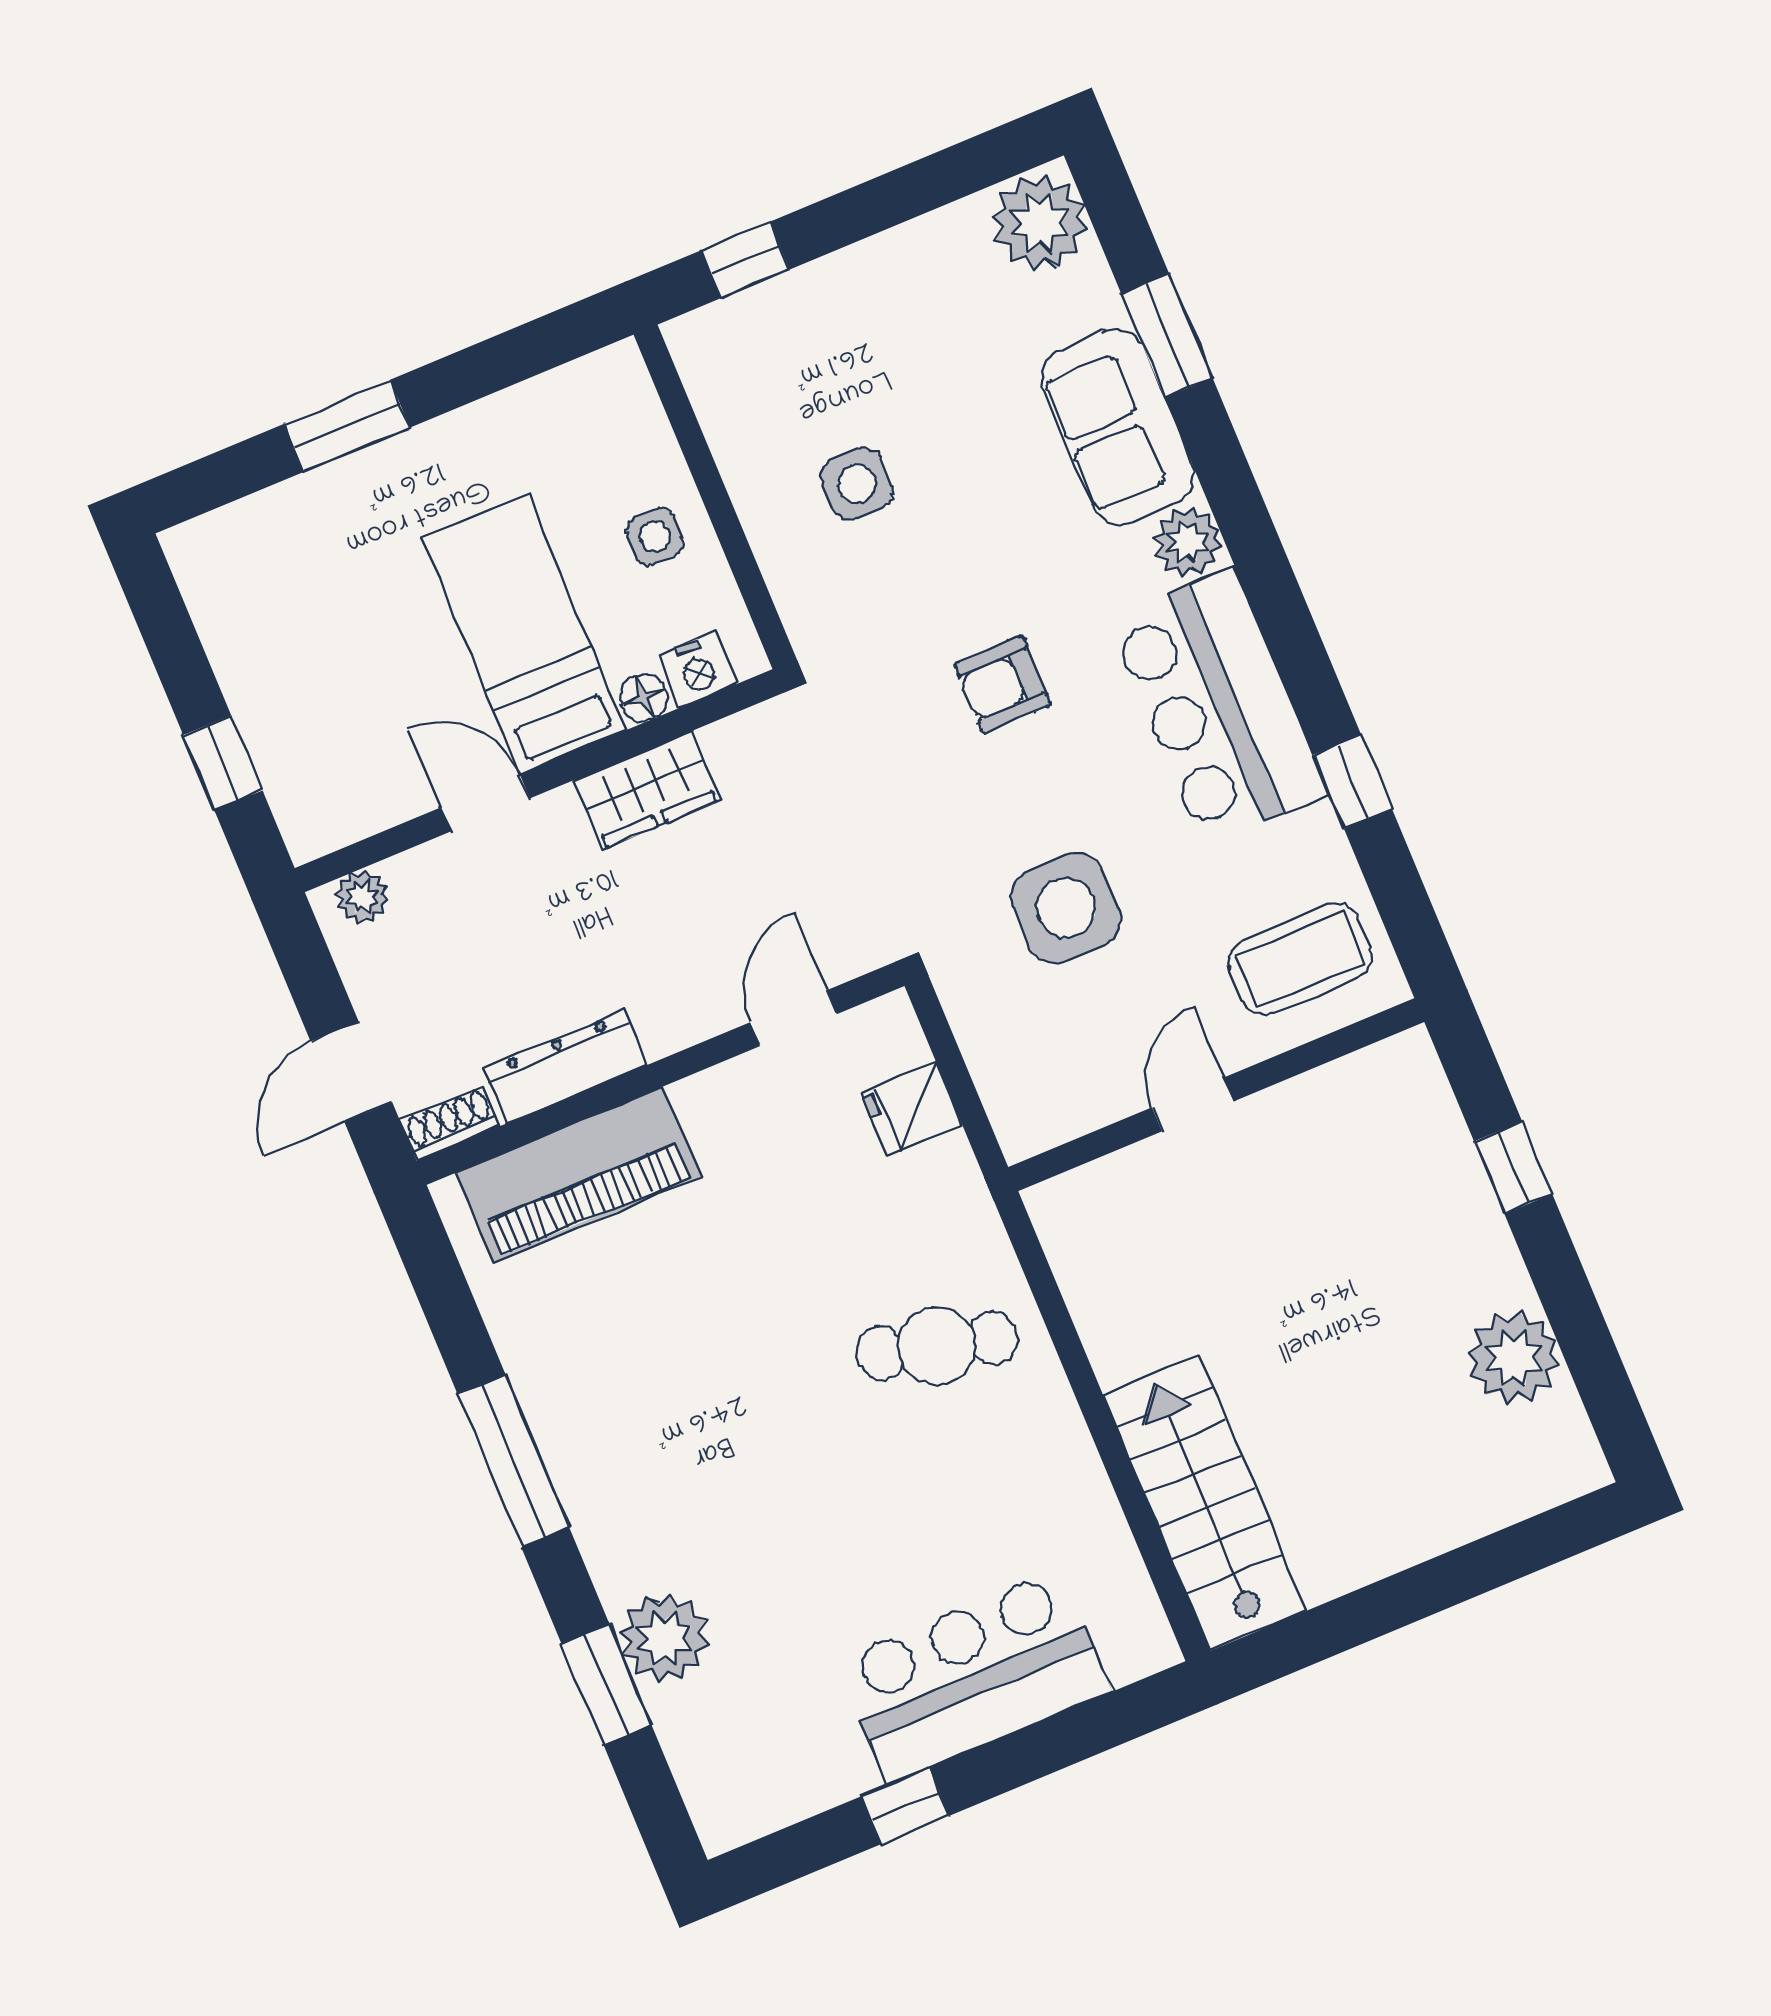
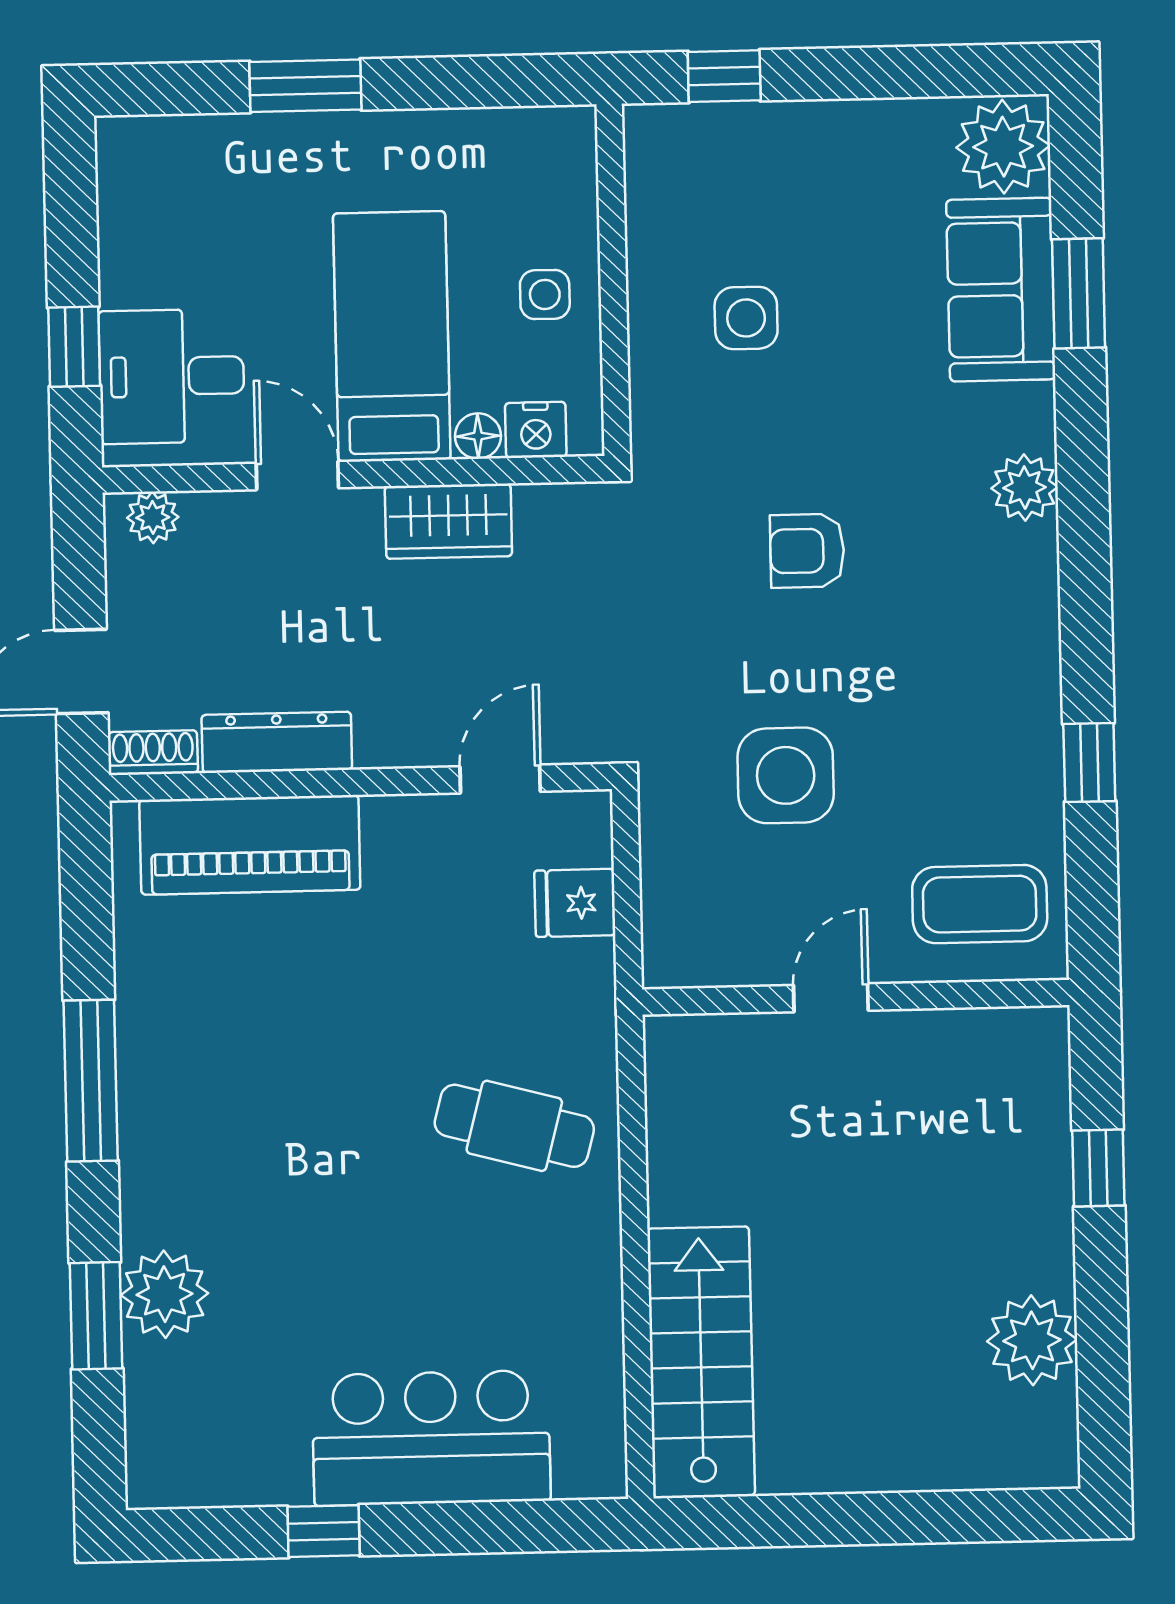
sofa: (1118, 427) -> (1001, 290), moved
bar counter: (1219, 707) -> (995, 647), removed
desk: (328, 755) -> (172, 376), added

